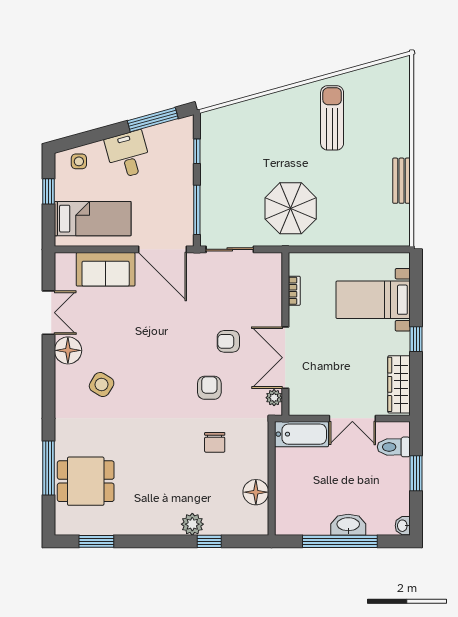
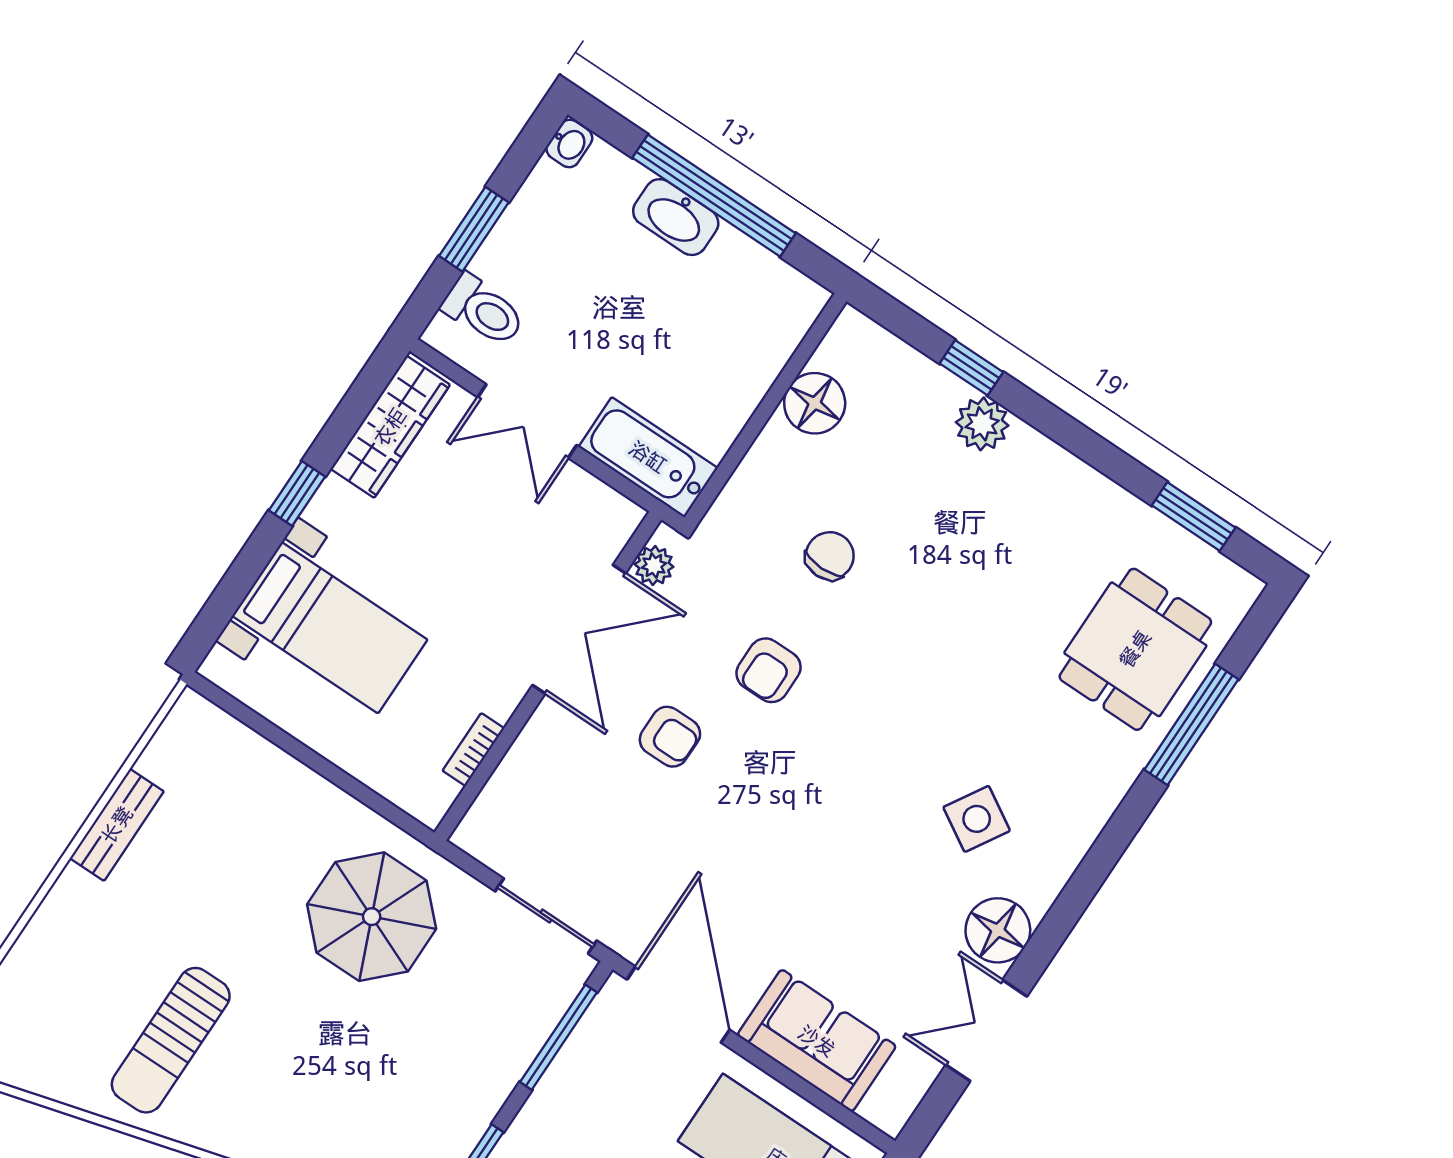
double door: (352, 418) -> (527, 421), swing flipped
dining table: (86, 481) -> (1135, 649), turned 90

